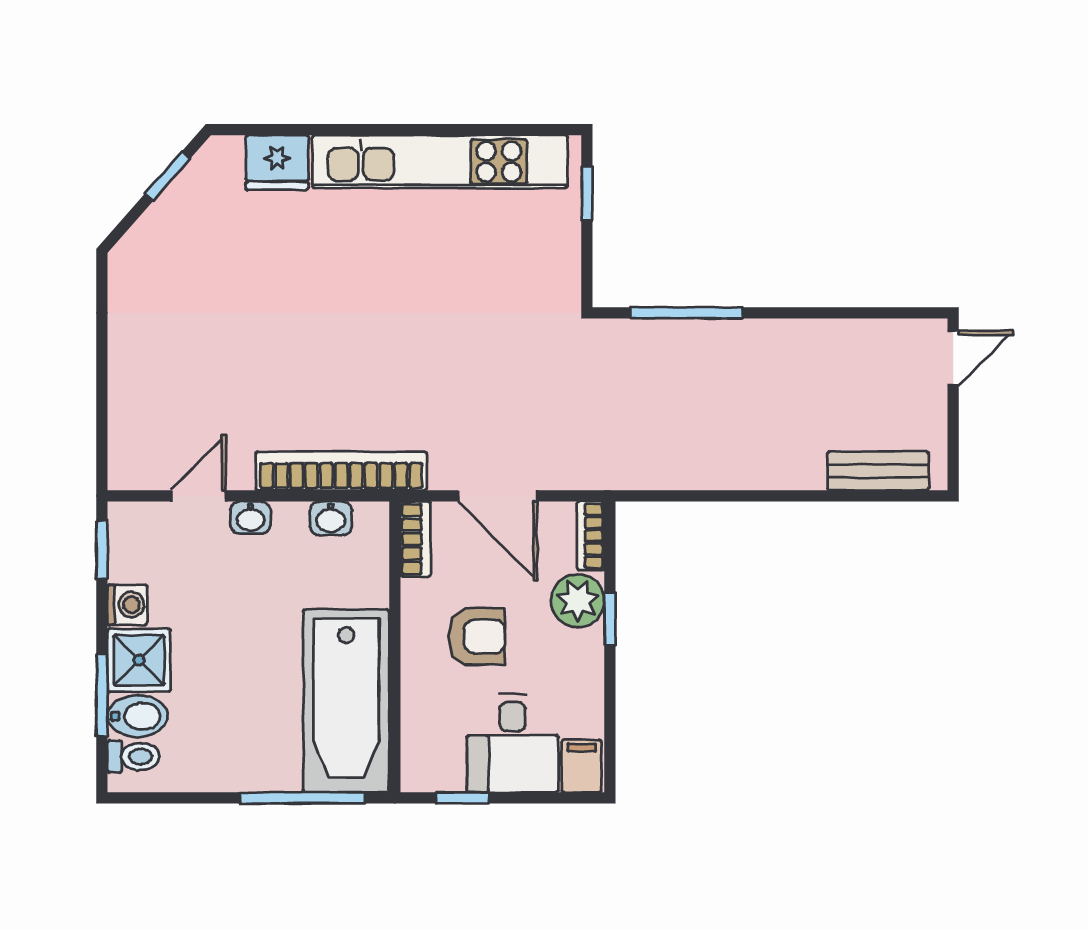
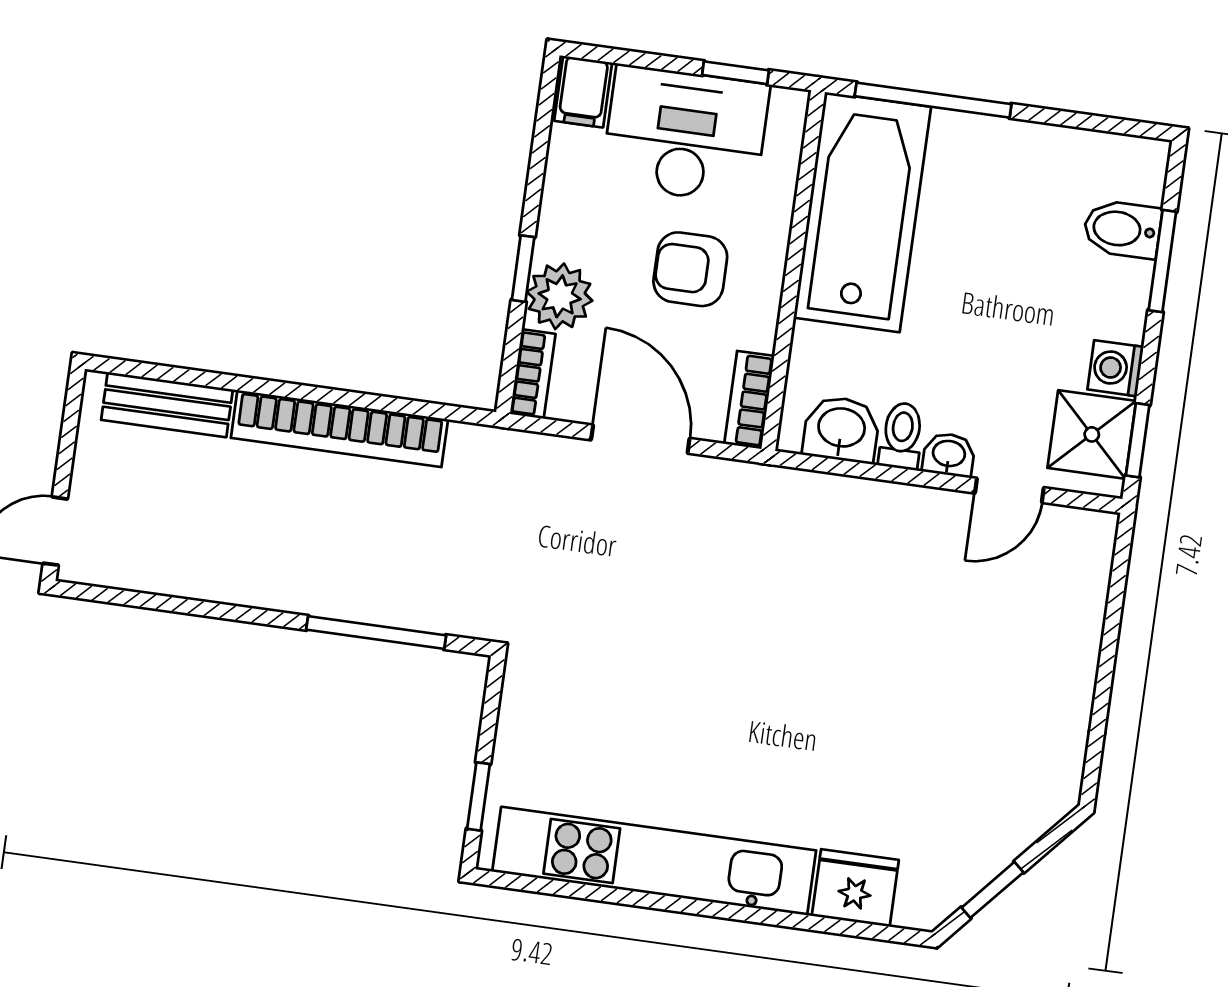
bookcase: (341, 471) -> (339, 429), moved
washbasin: (331, 518) -> (841, 429), width x1.38, depth x1.45
shower: (139, 660) -> (1092, 434), moved
desk: (513, 743) -> (685, 134), width x1.37
toilet: (133, 757) -> (902, 436), moved, turned 90

